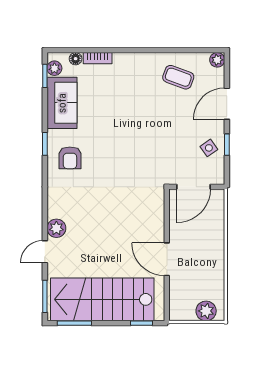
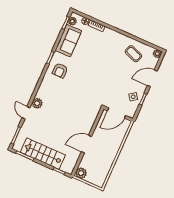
door: (45, 252) -> (26, 113), hinge flipped
door: (167, 259) -> (86, 144), hinge flipped
stairs: (102, 299) -> (43, 154), width x0.73, depth x0.66
plant: (206, 311) -> (81, 173), moved

